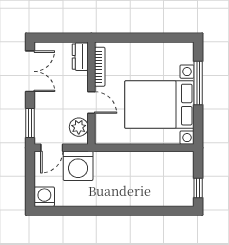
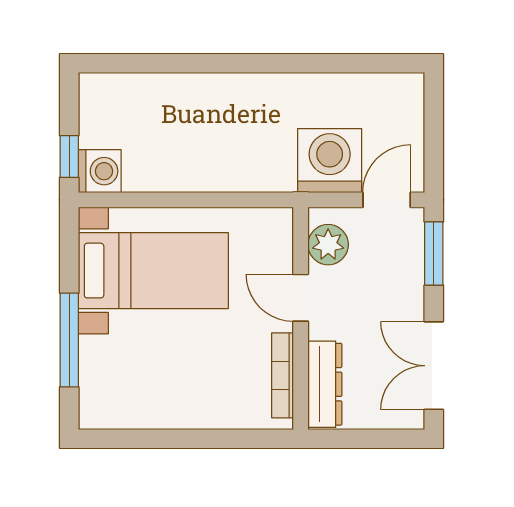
dresser: (80, 57) -> (325, 384), width x1.44
bed with nightstands: (159, 105) -> (153, 271), width x0.73
window: (198, 188) -> (69, 156), moved
washing machine: (44, 197) -> (100, 171), moved, turned -90

